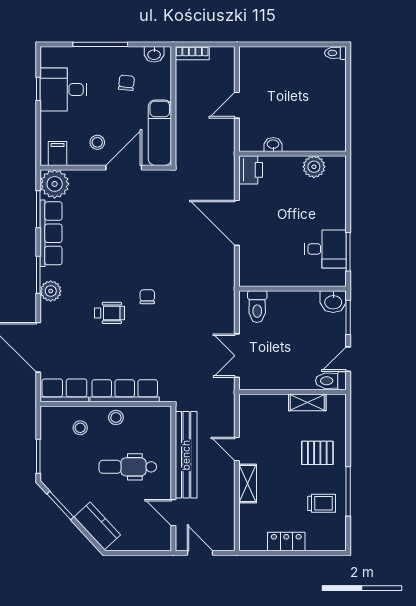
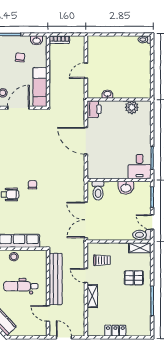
desk: (325, 249) -> (140, 167), moved, turned 90
washbasin: (333, 302) -> (126, 188), moved
double door: (237, 356) -> (86, 220), width x1.37
door: (348, 359) -> (152, 222), hinge flipped
shelving: (307, 402) -> (140, 248), moved
trolley: (322, 503) -> (102, 260), moved

